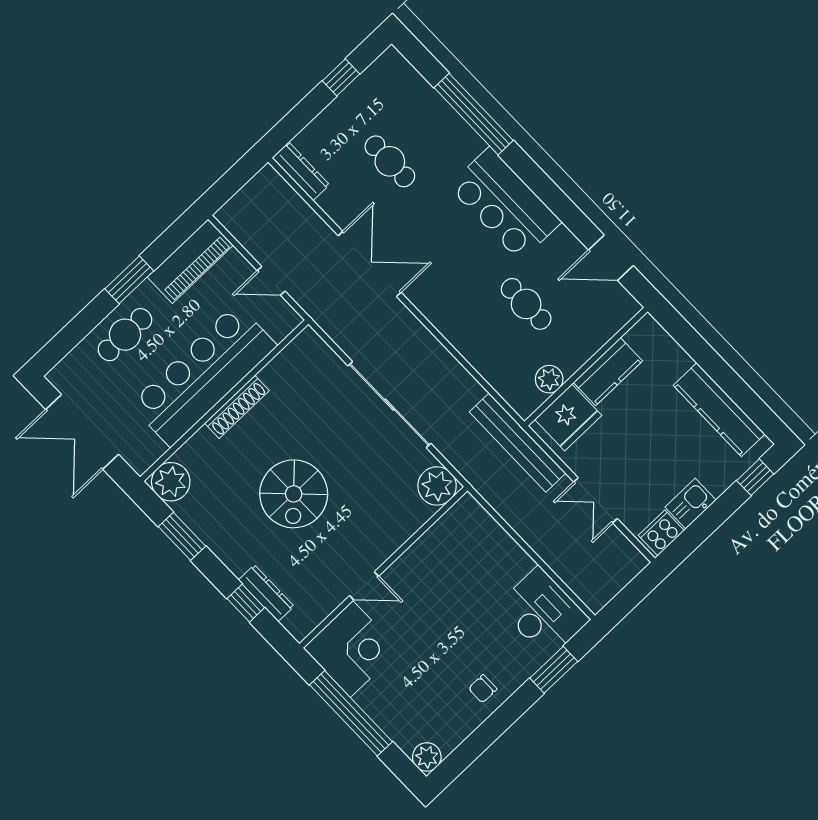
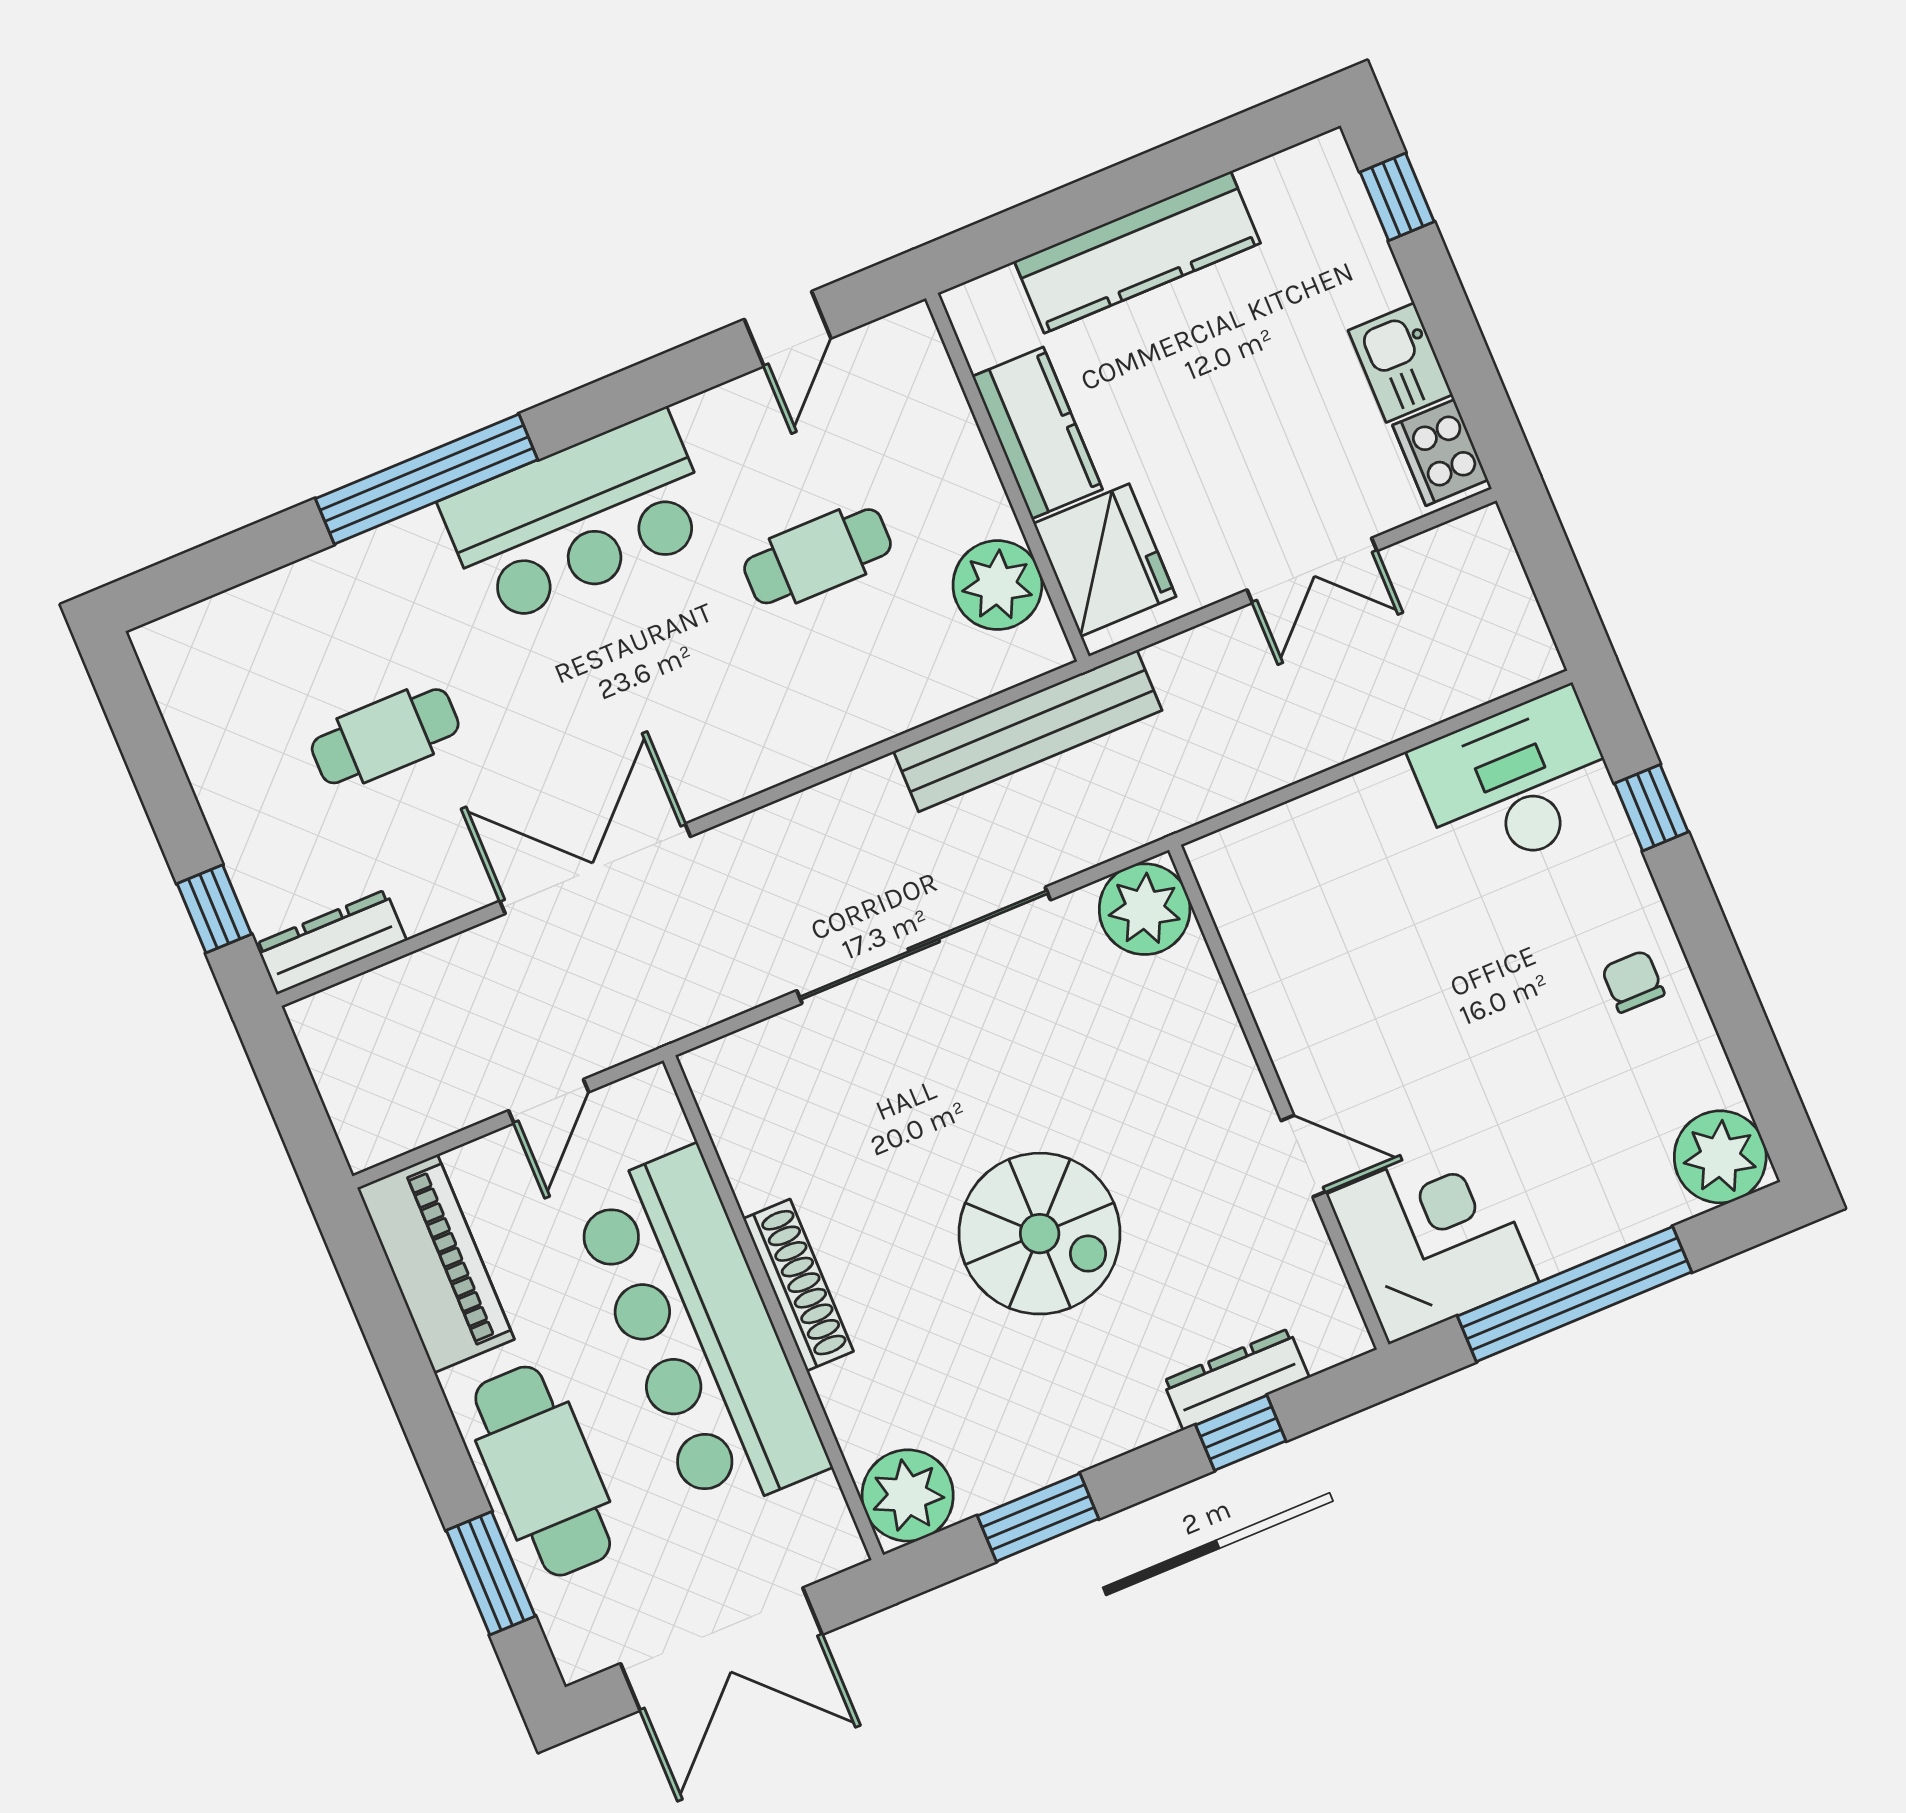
window: (341, 77) -> (214, 909), moved
window: (474, 114) -> (427, 479), moved
door: (611, 258) -> (788, 329), width x0.73
window: (129, 280) -> (491, 1573), moved
cafe table: (125, 335) -> (543, 1471), width x1.37, depth x1.35
plant: (549, 379) -> (997, 585), width x1.36, depth x1.36
kitchen counter: (719, 410) -> (1137, 252), moved
bench: (518, 443) -> (1028, 731), moved
door: (364, 586) -> (1303, 1156), hinge flipped
window: (554, 670) -> (1651, 808), width x0.67
chair: (483, 689) -> (1633, 981), turned 180
plant: (427, 757) -> (1720, 1157), width x1.36, depth x1.36

